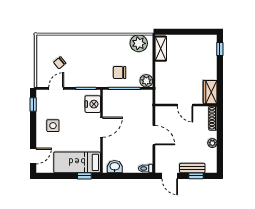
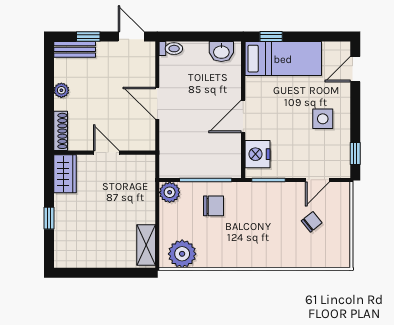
window: (220, 49) -> (49, 218), moved
bench: (192, 168) -> (75, 49), moved

